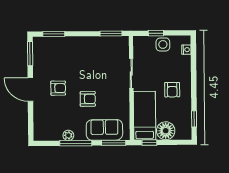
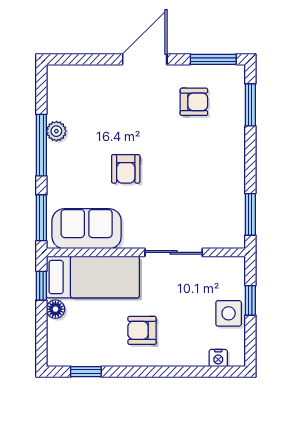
armchair: (58, 88) -> (194, 102), moved, turned -90
sofa: (104, 130) -> (87, 229), moved, turned -90
floor lamp: (166, 131) -> (55, 309), width x0.53, depth x0.53

